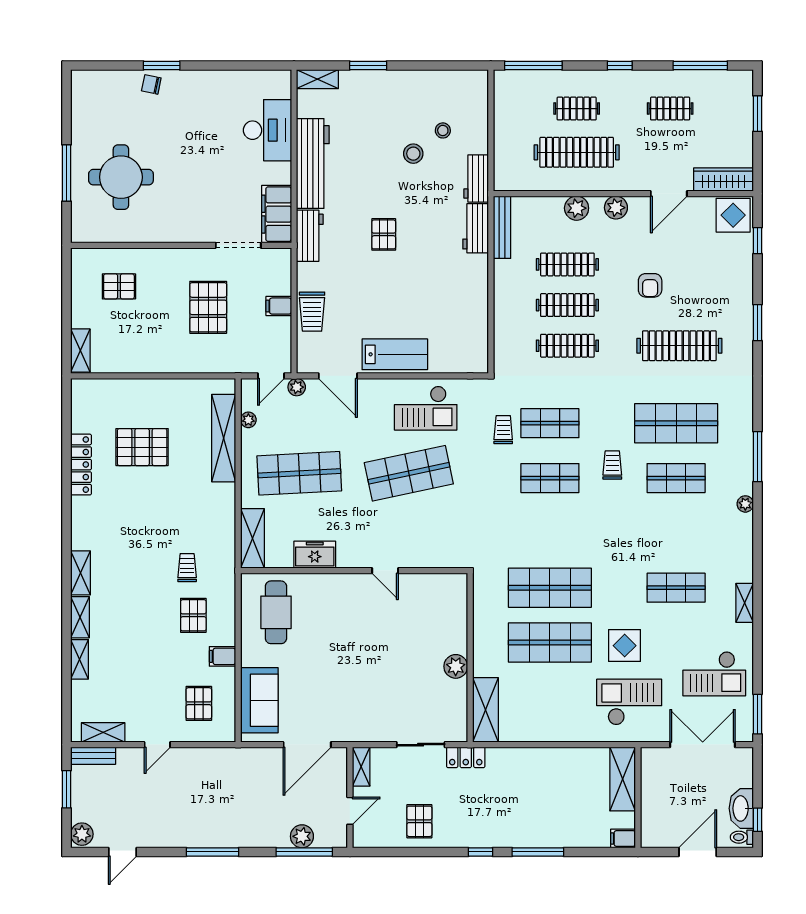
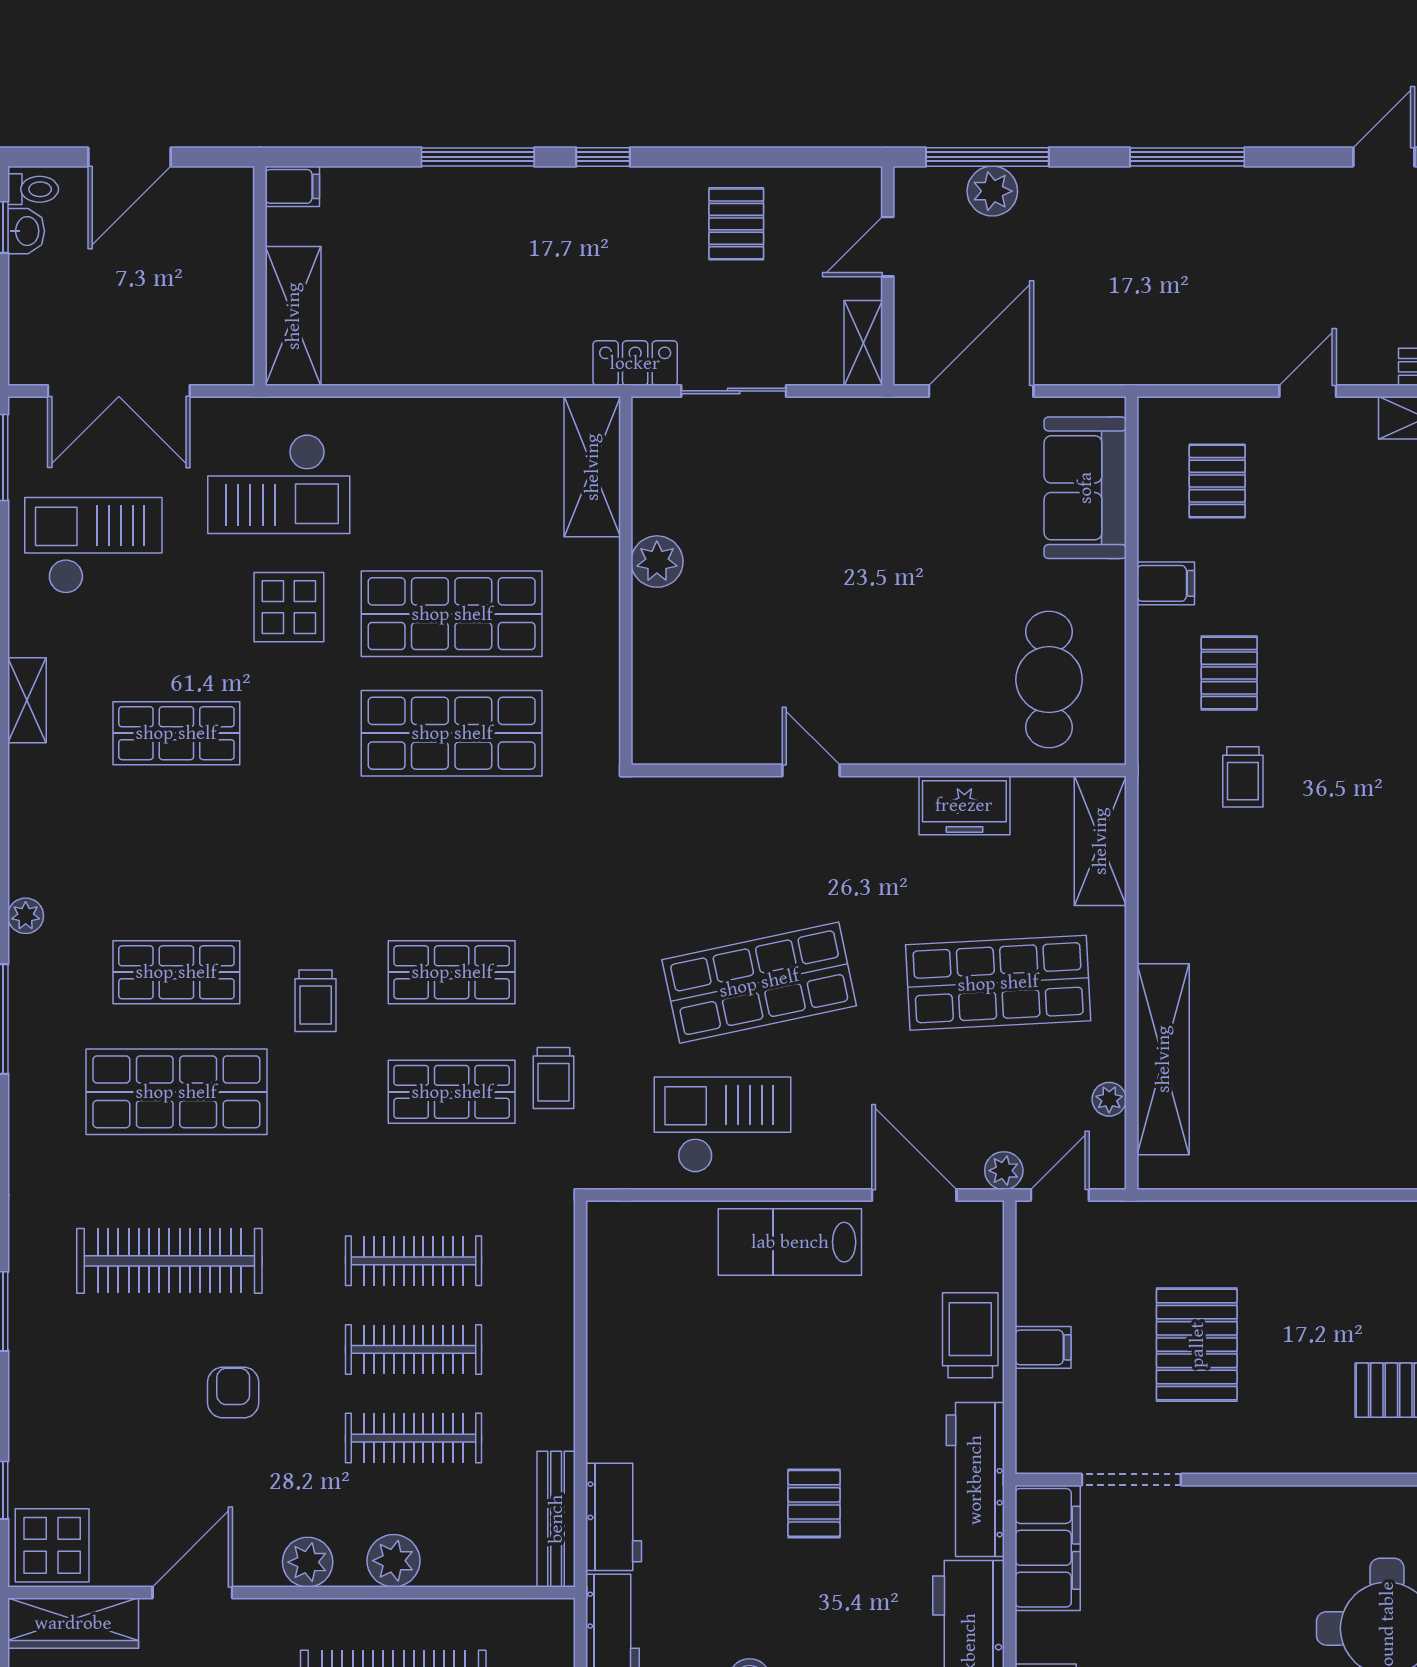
workbench: (310, 236) -> (975, 1480), width x1.38
pallet: (142, 447) -> (1341, 1040), removed
washbasin: (741, 808) -> (26, 231), width x0.52, depth x0.69

